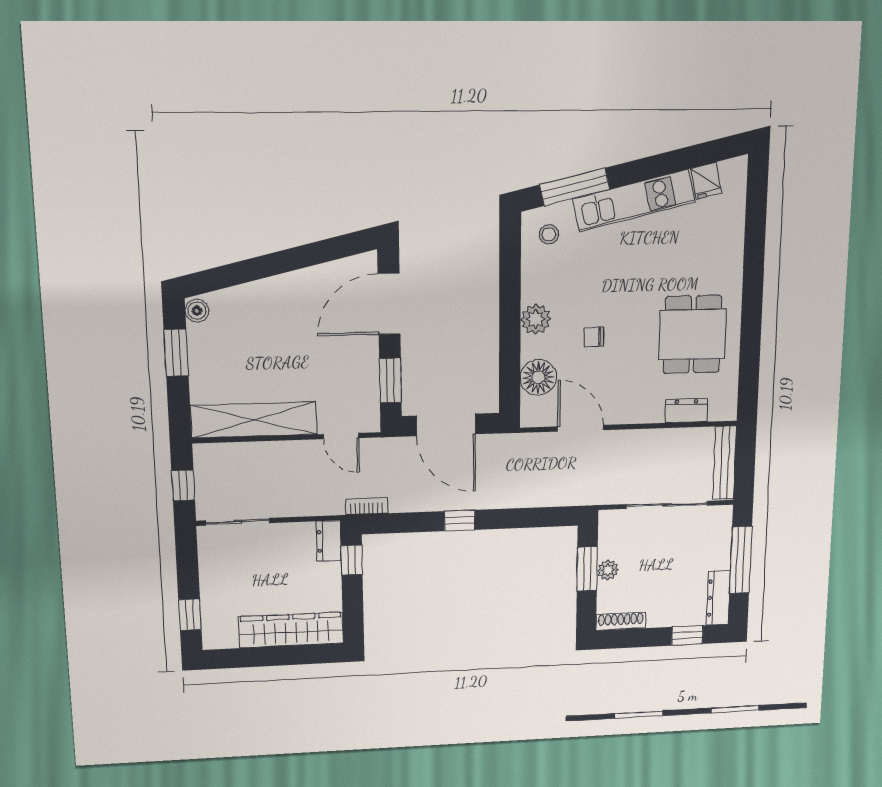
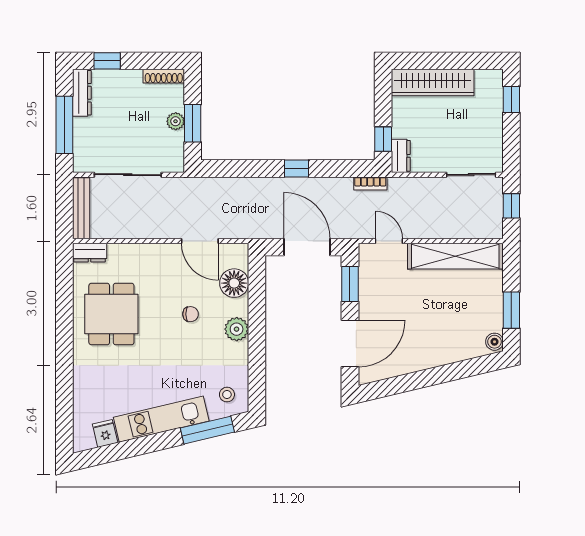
dresser: (686, 411) -> (90, 253), moved

